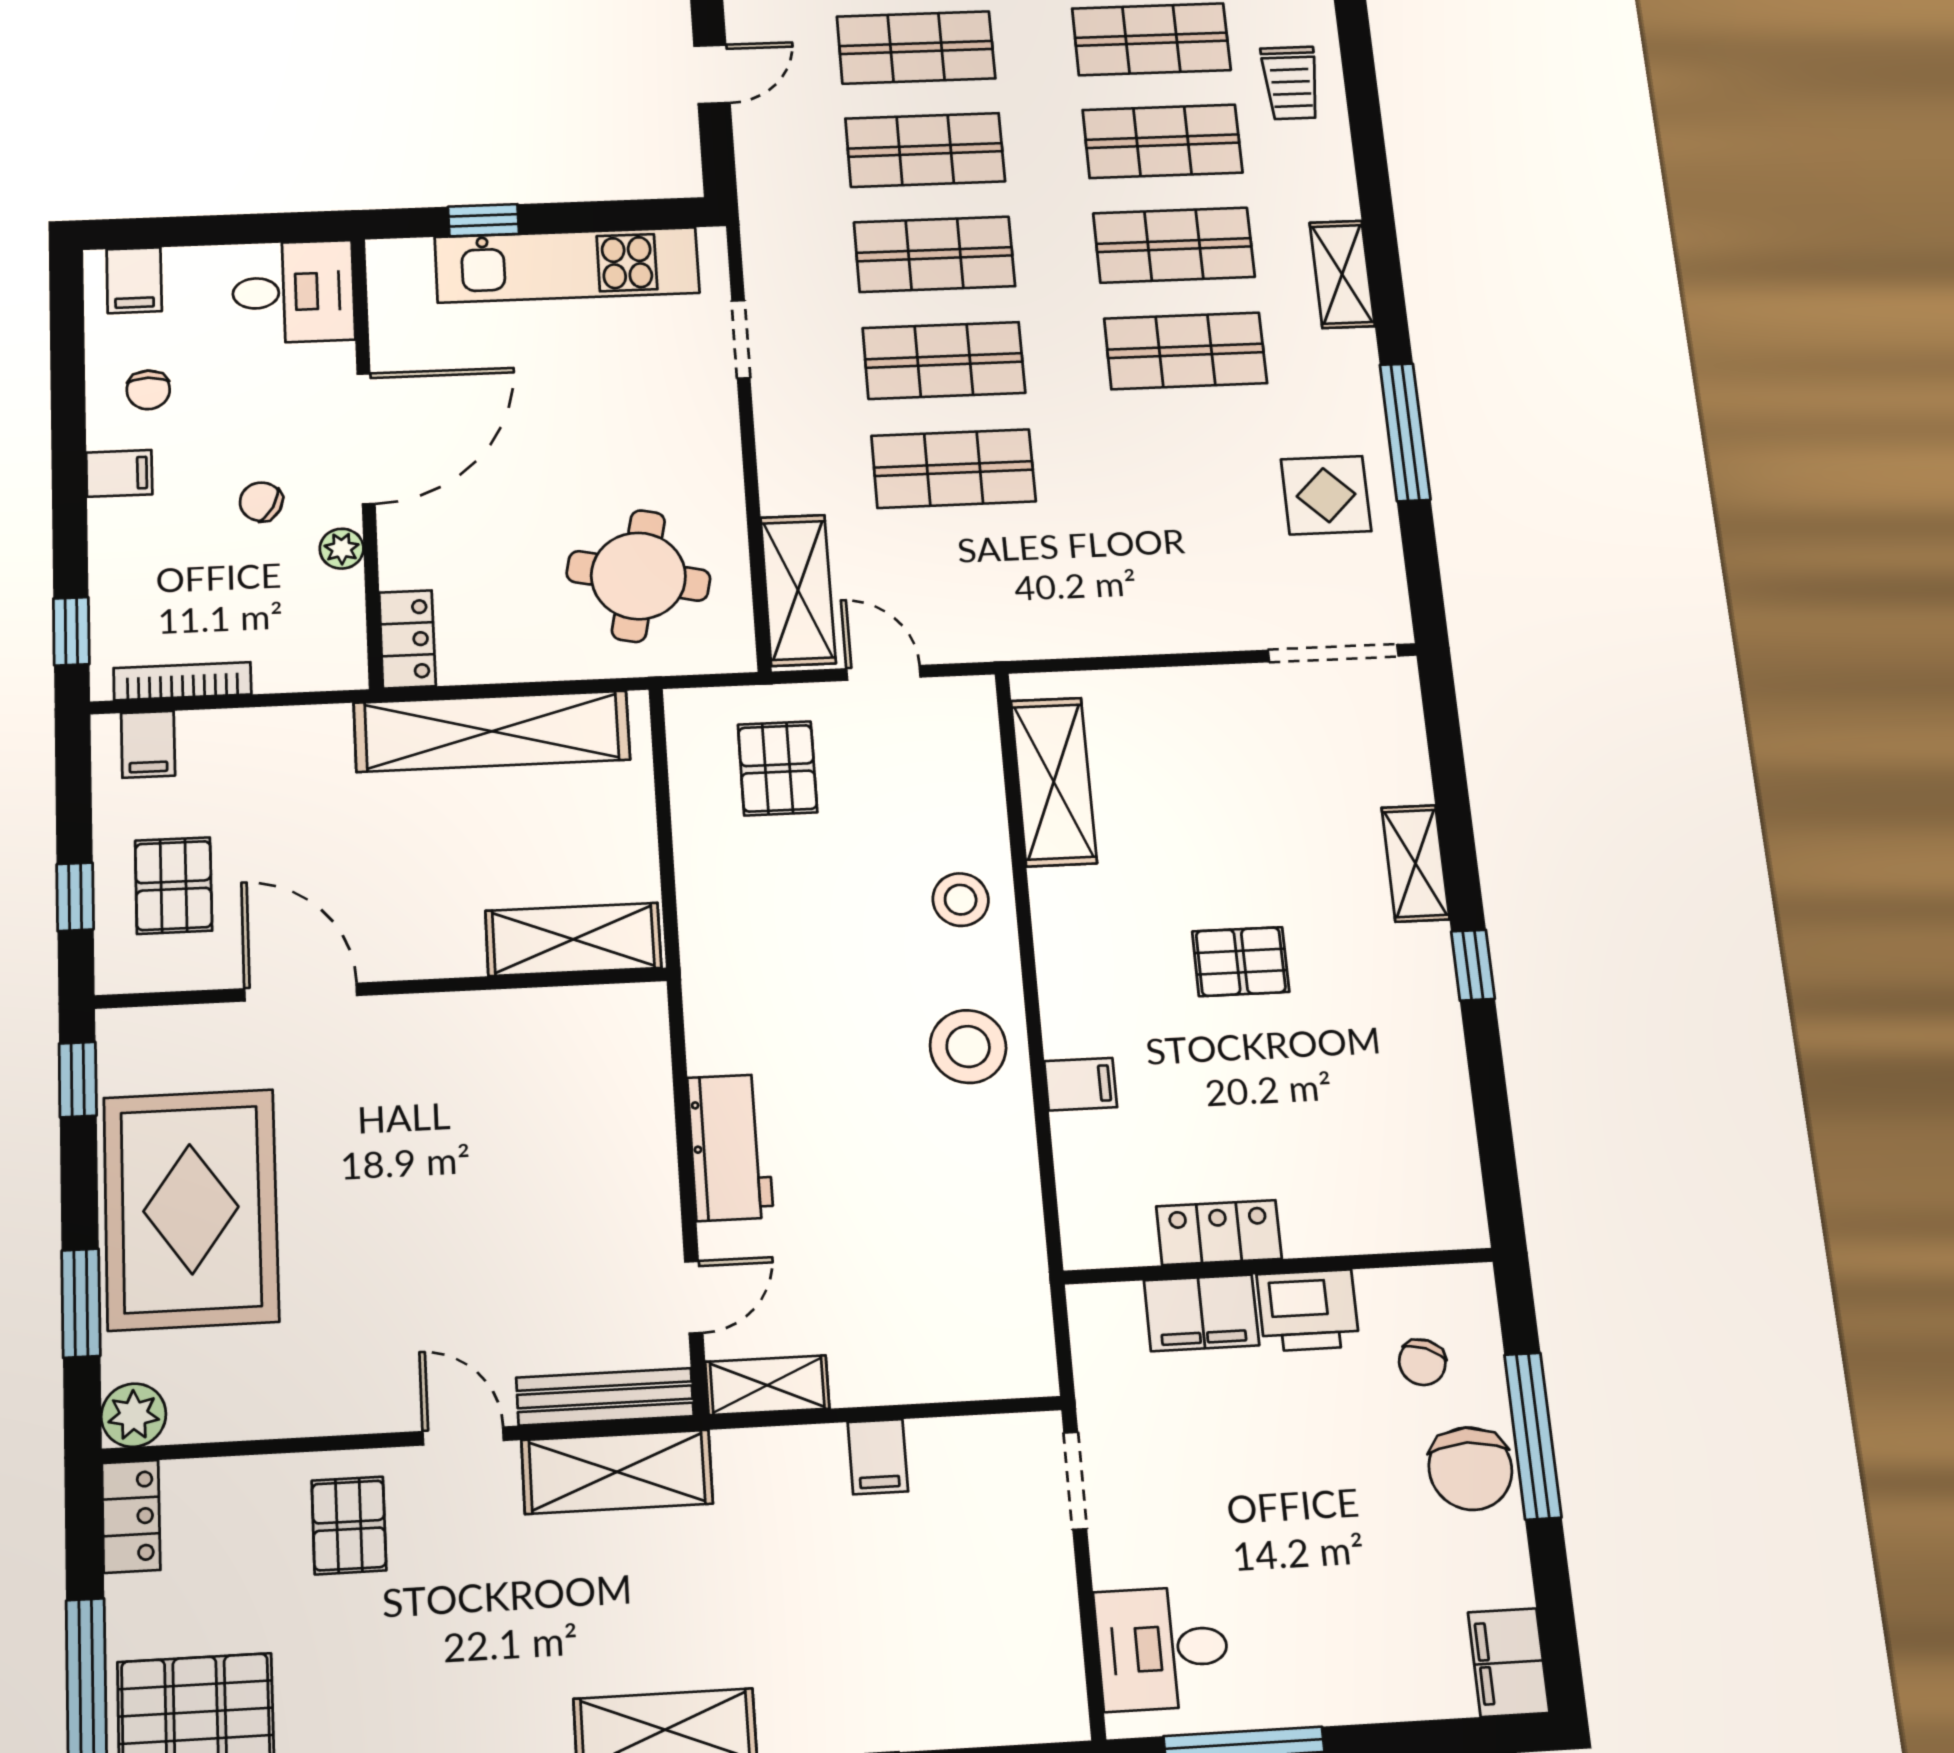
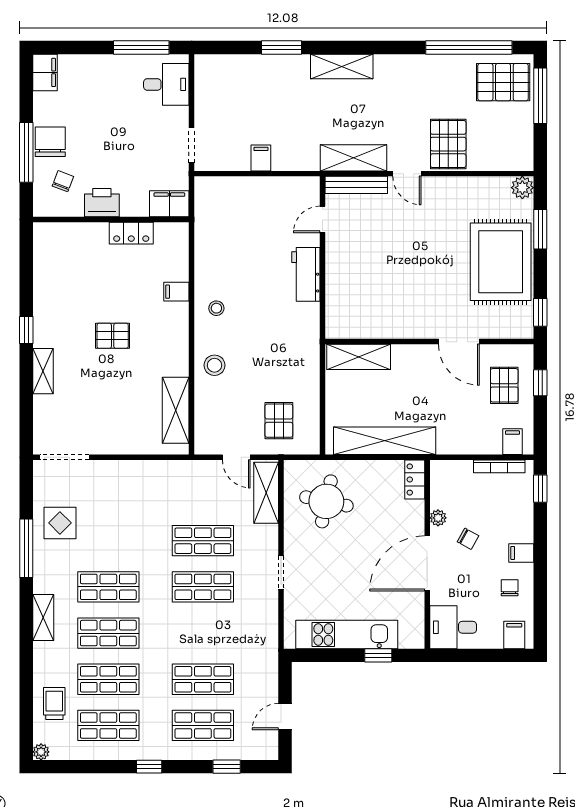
shop shelf: (934, 254) -> (203, 633), removed
doorway: (741, 339) -> (281, 573), moved
stool: (968, 1047) -> (216, 308), width x0.53, depth x0.53
filing cabinet: (1201, 1313) -> (169, 204), moved
shelving: (767, 1385) -> (298, 186), removed
locker: (131, 1516) -> (524, 152), removed
pallet: (349, 1525) -> (448, 144), width x1.50, depth x1.42

